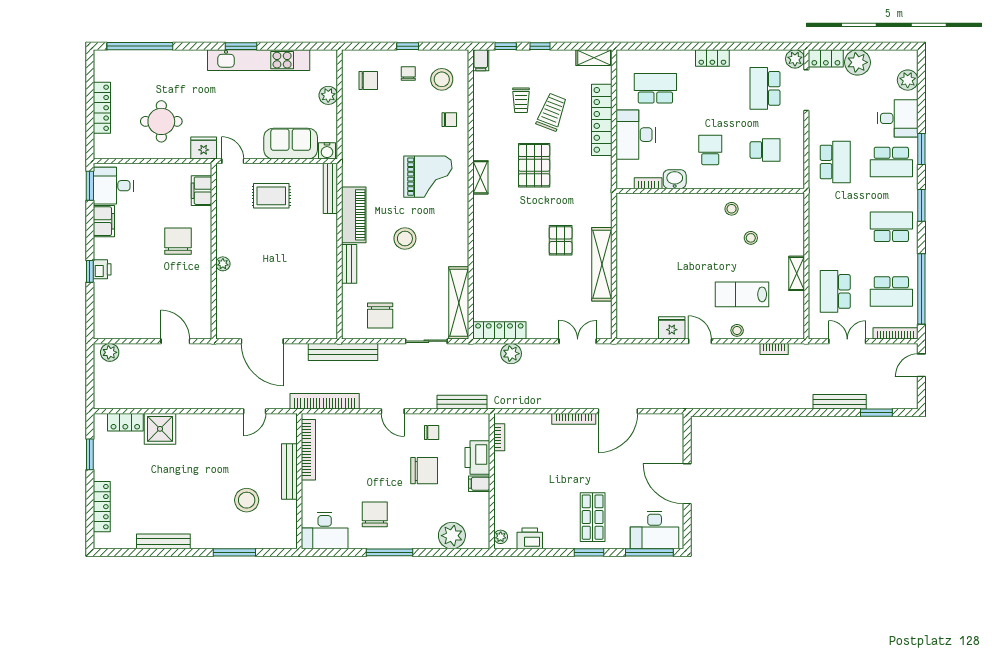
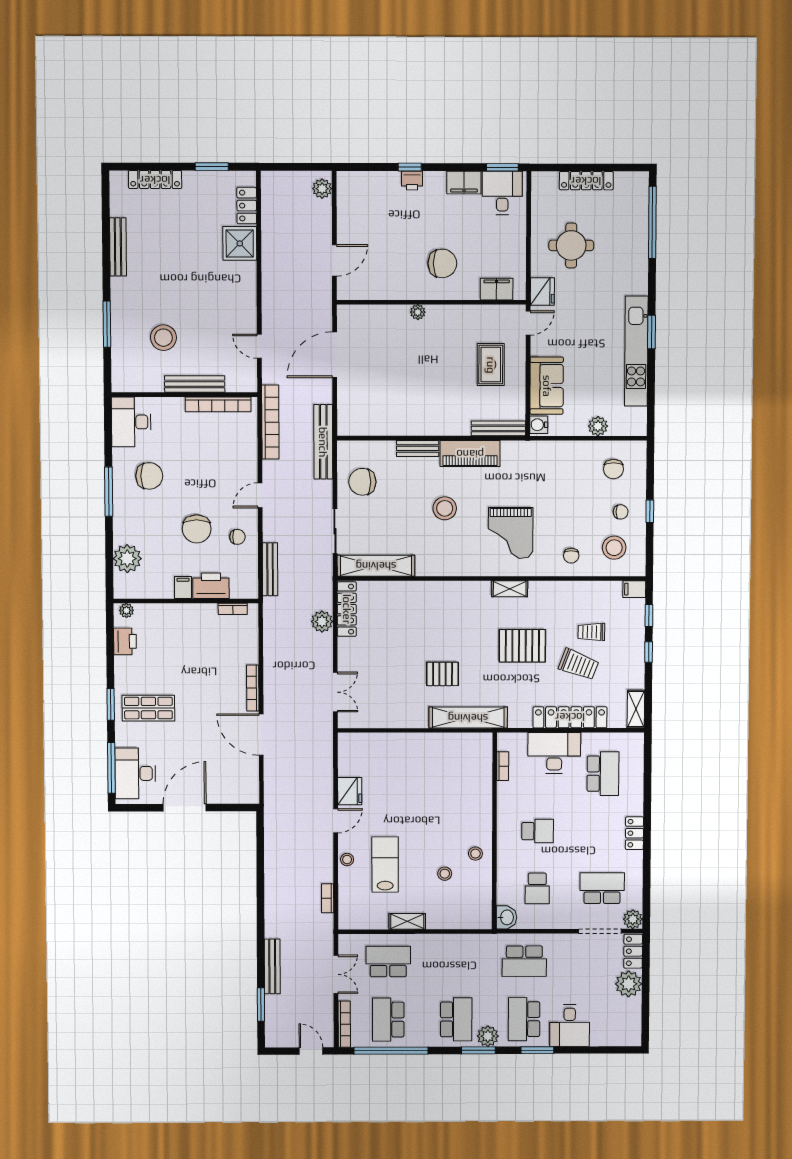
plant: (908, 80) -> (488, 1036), moved
washbasin: (675, 179) -> (506, 917), moved
shelving: (602, 264) -> (468, 718), moved
chair: (432, 432) -> (237, 537), turned -90

